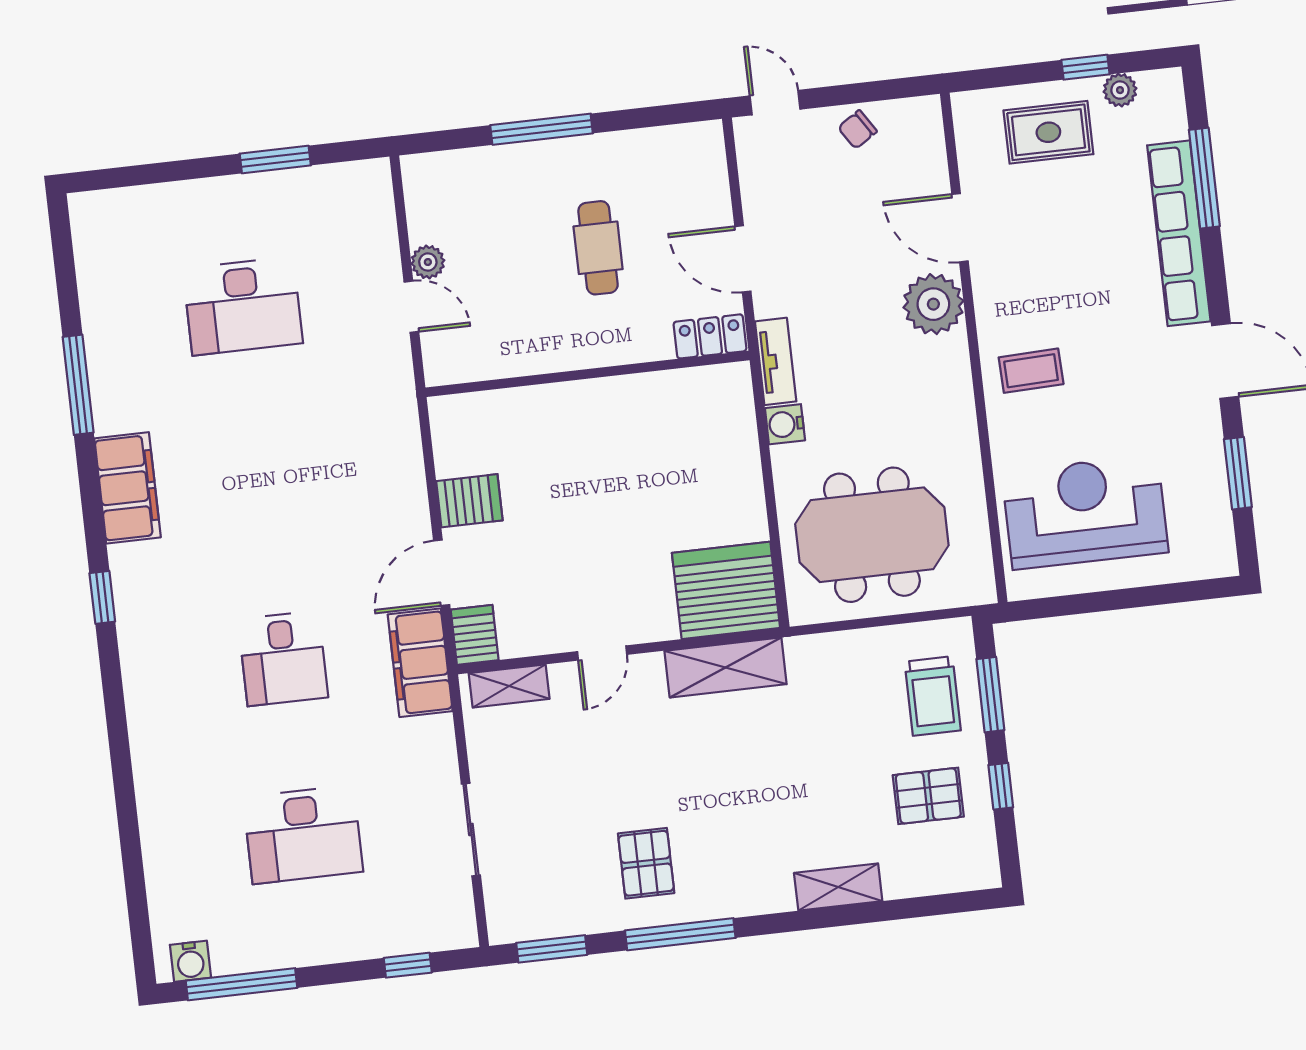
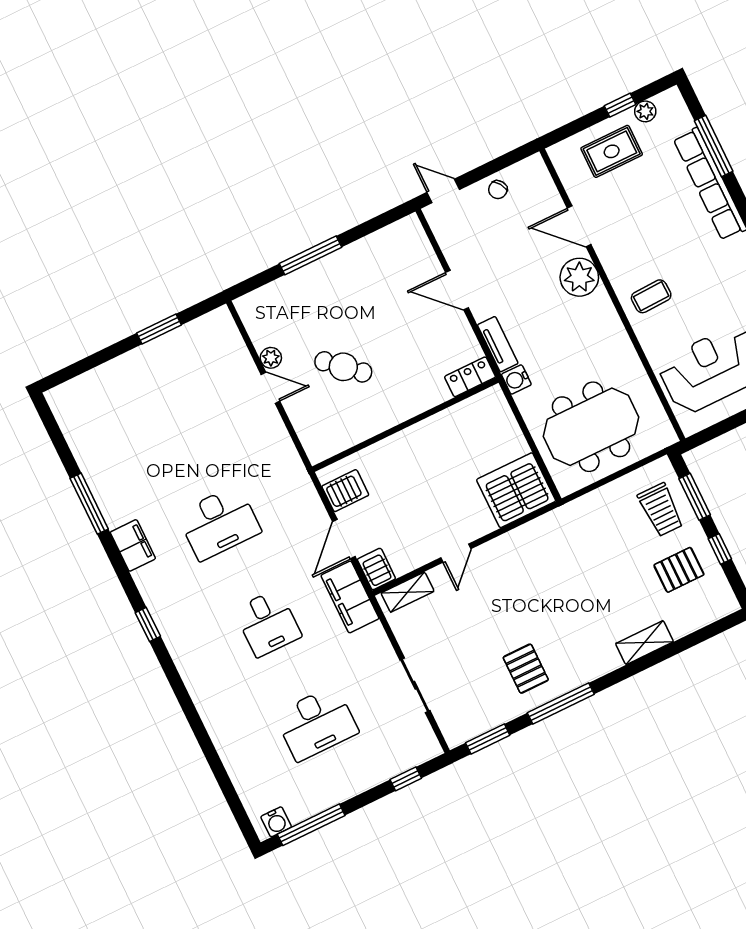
cafe table: (598, 248) -> (343, 367), moved, turned -48
desk: (243, 306) -> (219, 523), moved
locker: (710, 336) -> (470, 377), moved
wall: (588, 374) -> (405, 425), moved
filing cabinet: (127, 488) -> (133, 545), width x0.67, depth x0.86
shelving: (726, 667) -> (532, 536), removed

